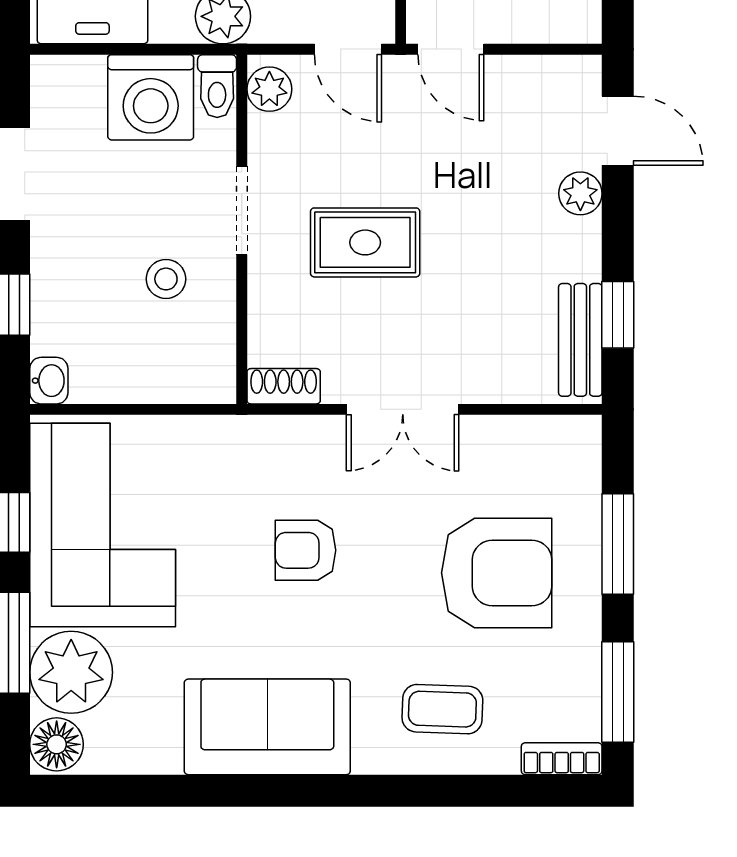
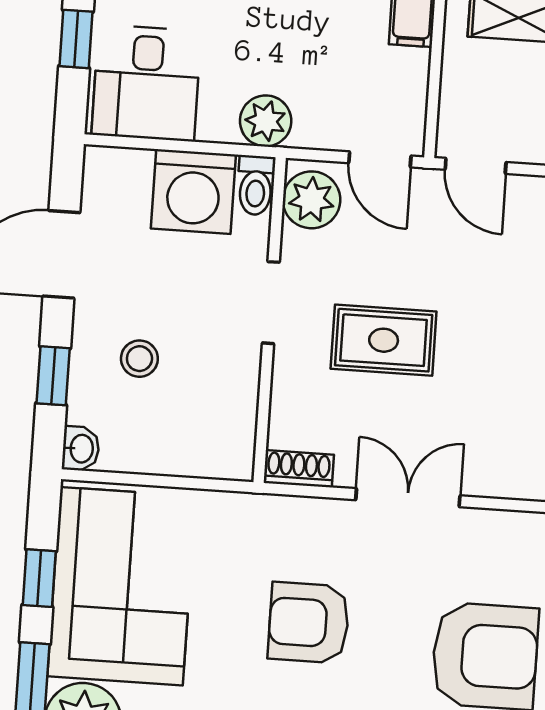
plant: (269, 89) -> (311, 200), width x1.38, depth x1.38
stool: (166, 279) -> (139, 359), moved
double door: (403, 409) -> (408, 498), swing flipped
armchair: (306, 550) -> (309, 623), width x1.38, depth x1.38

